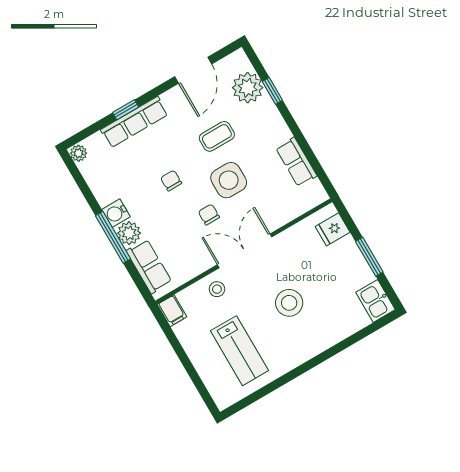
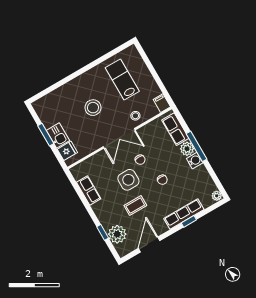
kitchen sink: (375, 301) -> (58, 135), moved

